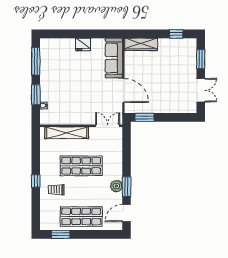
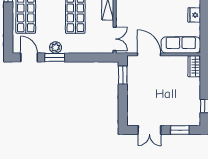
wardrobe: (141, 44) -> (194, 66), width x0.67
door: (123, 91) -> (149, 54), swing flipped

